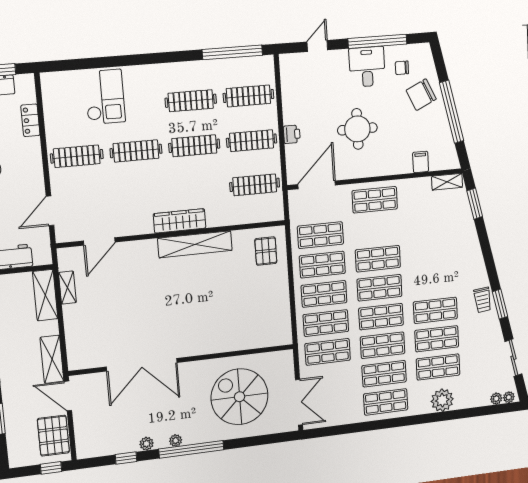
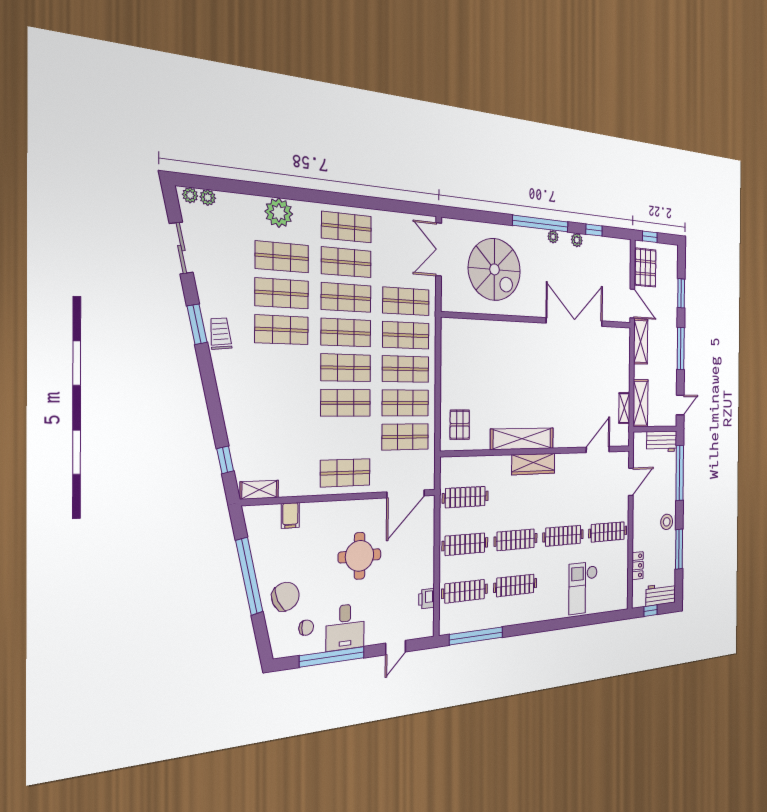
printer: (292, 134) -> (427, 599), moved
window: (475, 204) -> (225, 460), width x0.67

